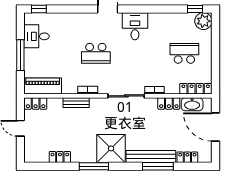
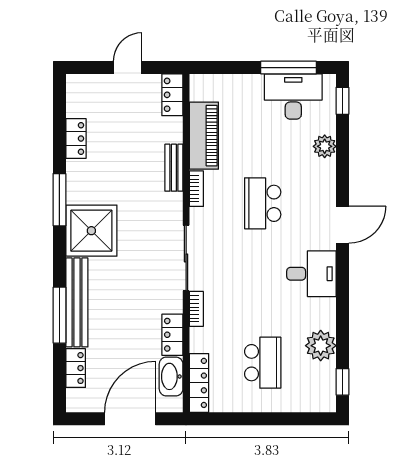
plant: (64, 19) -> (325, 146), added
plant: (203, 21) -> (321, 346), moved
desk: (37, 36) -> (293, 97), width x1.37
window: (20, 55) -> (289, 68), moved
piano: (43, 86) -> (204, 136), moved

